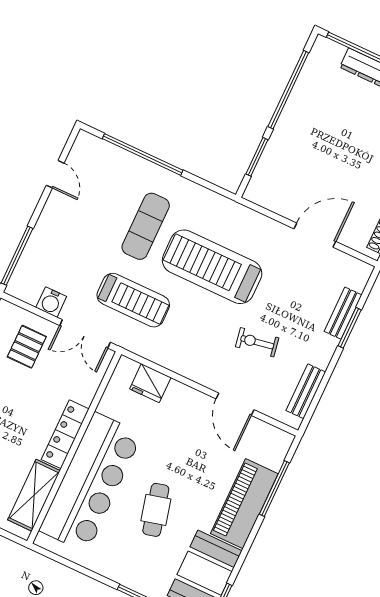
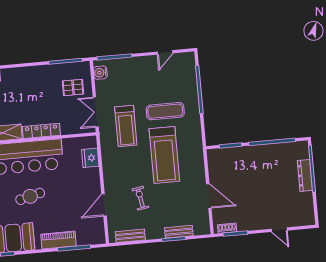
treadmill: (212, 267) -> (164, 155), turned 180
water cooler: (51, 302) -> (100, 73), moved
piano: (244, 504) -> (58, 240), width x0.73, depth x0.75

